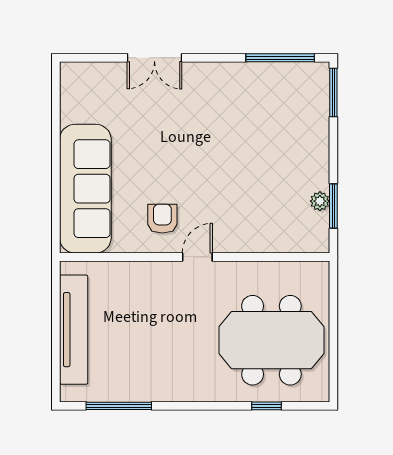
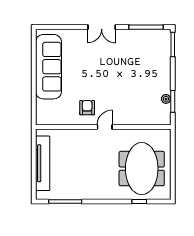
double door: (154, 58) -> (102, 27), moved
sofa: (85, 189) -> (49, 67), moved
meeting table: (271, 340) -> (142, 169), turned 90

